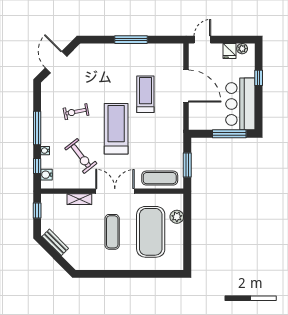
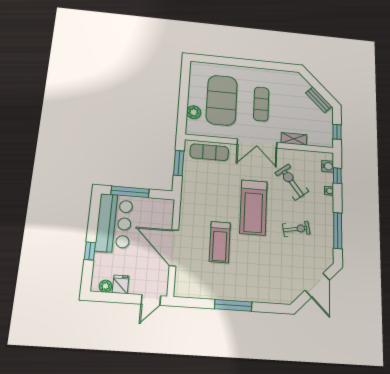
window: (37, 128) -> (338, 231), moved

